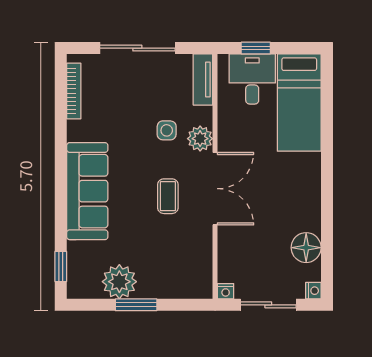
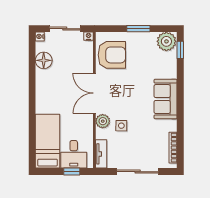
sofa: (87, 191) -> (166, 99), width x0.73
coffee table: (168, 196) -> (121, 89), removed
armchair: (184, 257) -> (112, 55), added
plant: (119, 282) -> (166, 41), moved

